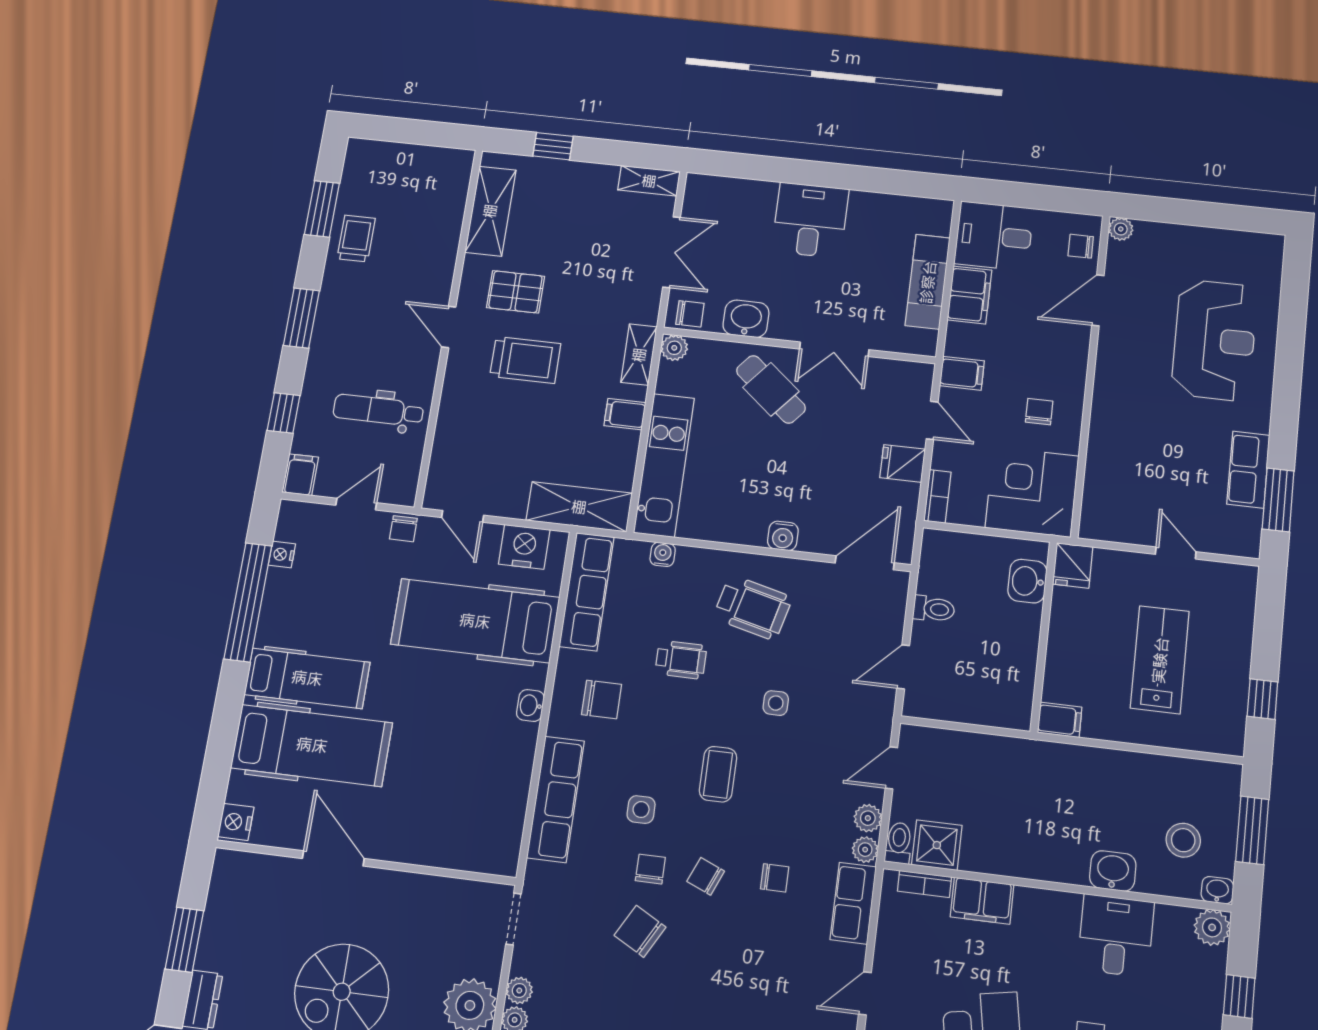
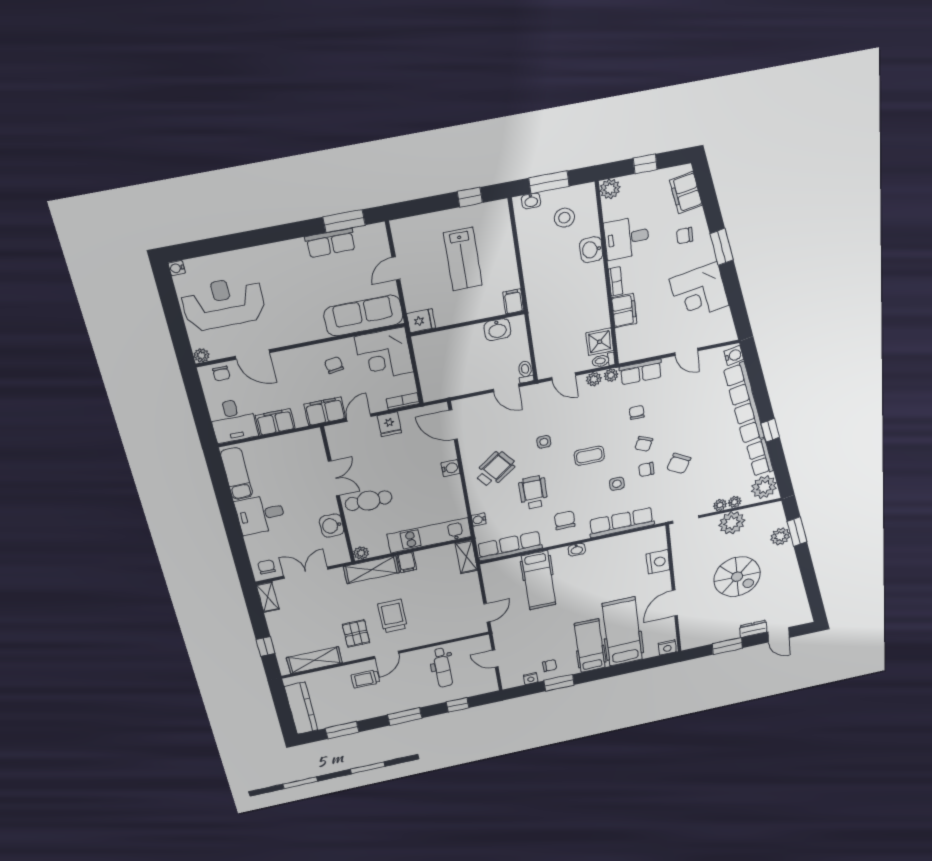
kitchen counter: (400, 160) -> (301, 708), added
trolley: (356, 238) -> (365, 679), moved
water cooler: (1273, 244) -> (177, 268), added
exam couch: (928, 282) -> (237, 474), moved, turned -90
chair: (690, 314) -> (267, 567), moved
reception desk: (1215, 340) -> (224, 303), moved
shelving: (639, 355) -> (371, 570), width x1.50, depth x1.33
filing cabinet: (962, 373) -> (325, 411), width x2.00
cafe table: (771, 389) -> (369, 501), turned 50
chair: (1039, 412) -> (334, 365), turned 81
filing cabinet: (300, 475) -> (487, 686), removed
sofa: (1110, 481) -> (363, 316), added
shelving: (579, 507) -> (466, 557), width x0.67, depth x0.75
chair: (403, 529) -> (550, 666), moved
nightstand: (524, 547) -> (658, 562), moved, turned 180
washbasin: (1027, 581) -> (497, 330), moved
window: (248, 602) -> (559, 683), width x0.47
wheelchair: (753, 608) -> (495, 469), turned 39
toilet: (934, 609) -> (525, 372), moved
hospital bed: (475, 621) -> (539, 580), width x0.73, depth x0.78
wheelchair: (681, 660) -> (533, 492), width x1.36, depth x1.37
lab bench: (1160, 660) -> (463, 259), turned -90
bookcase: (924, 884) -> (616, 281), moved
washbasin: (1217, 890) -> (531, 201), moved, turned -90

